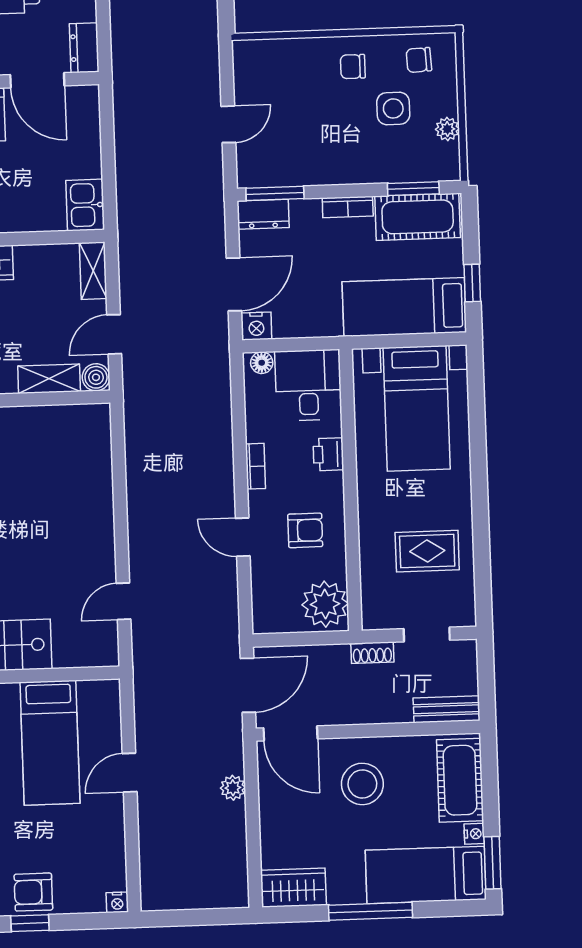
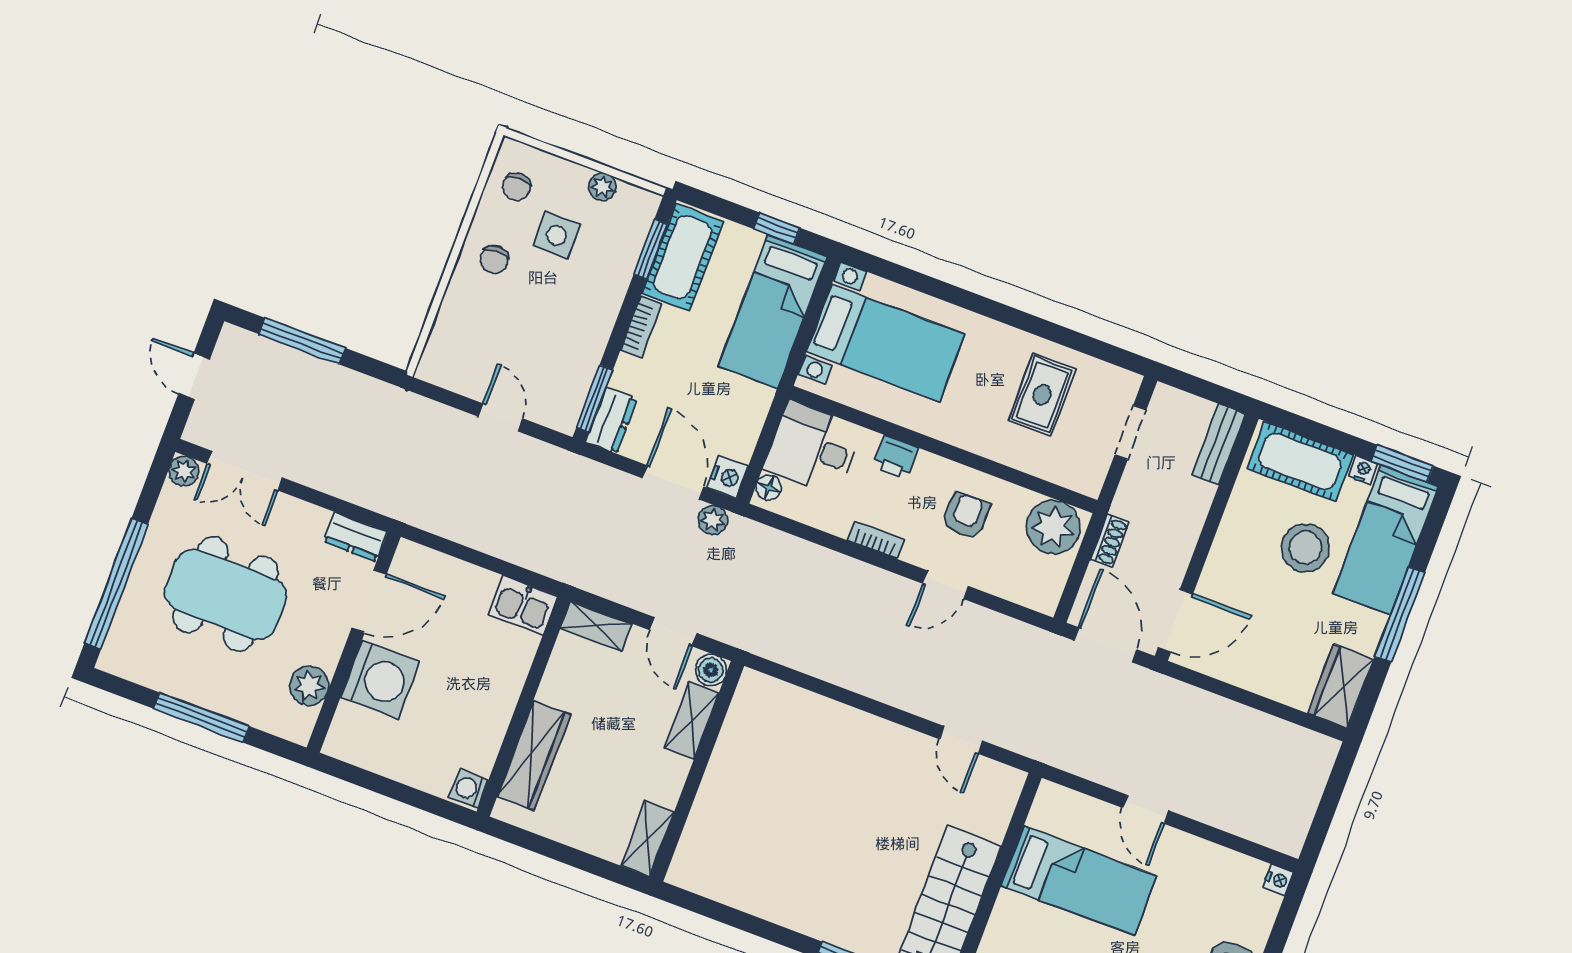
shoe rack: (372, 653) -> (1110, 541), moved
stool: (362, 784) -> (1305, 548), moved
plant: (233, 788) -> (713, 520), moved

